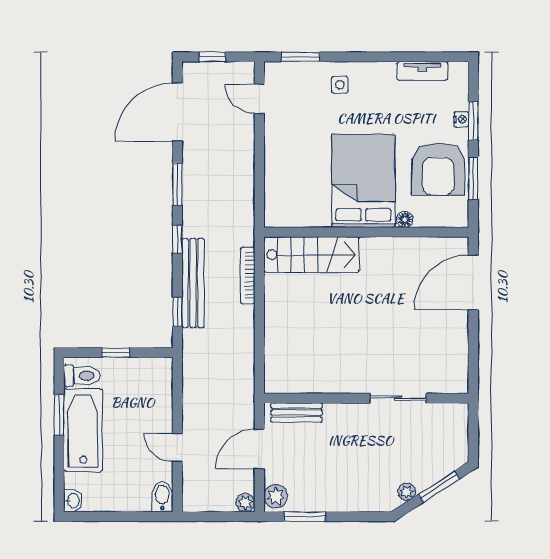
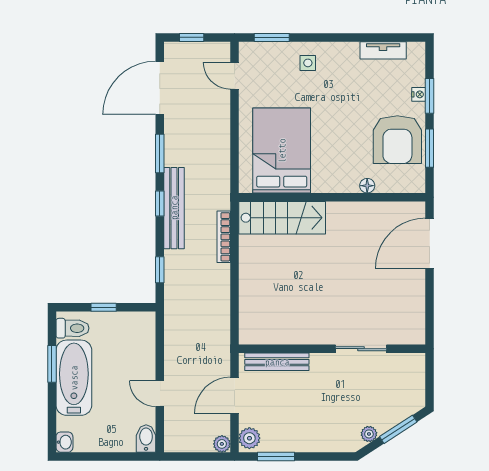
bed: (363, 181) -> (282, 151), moved
bench: (193, 283) -> (174, 208), moved
bench: (296, 413) -> (277, 362), width x1.36

